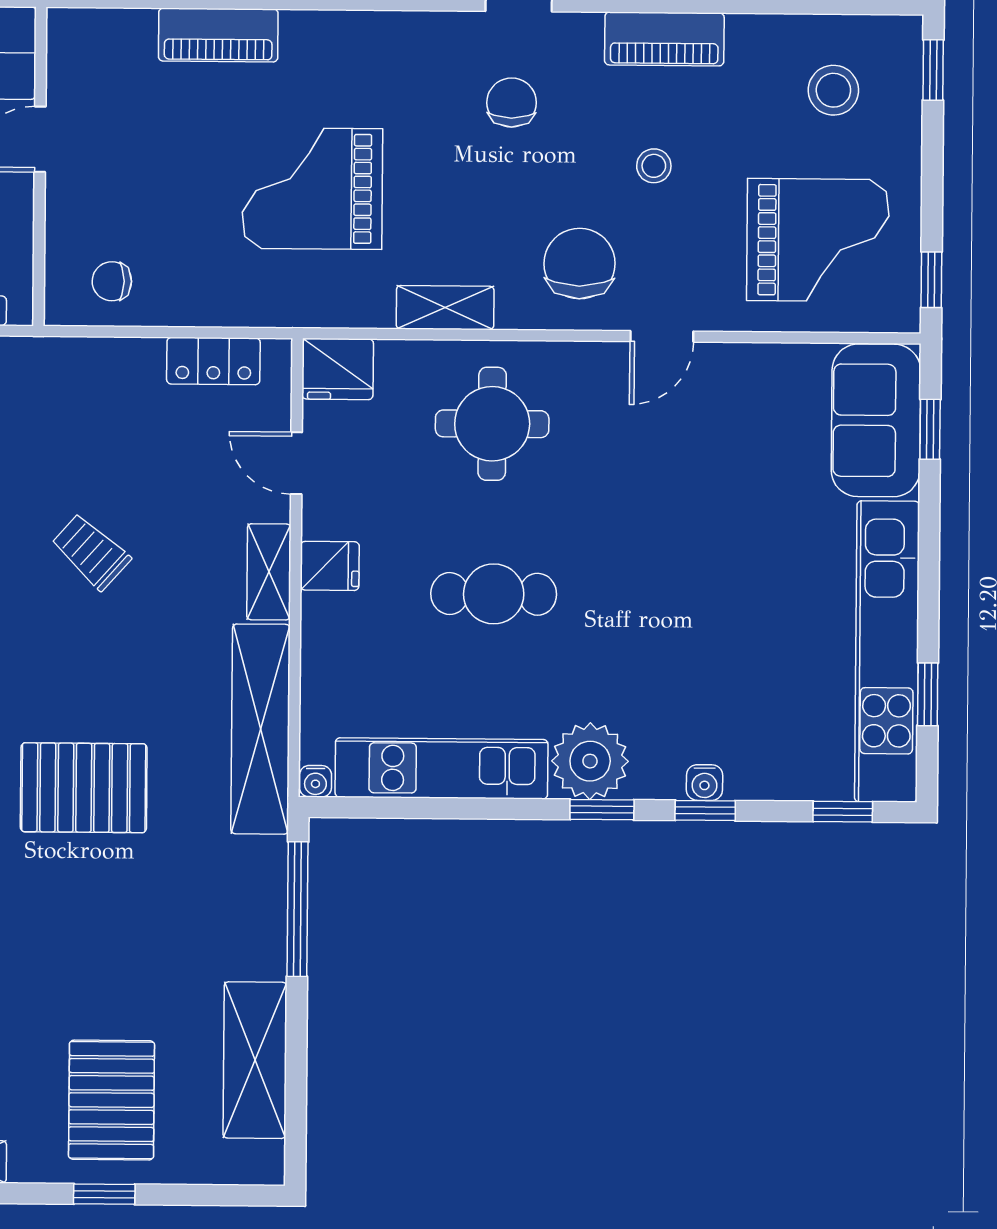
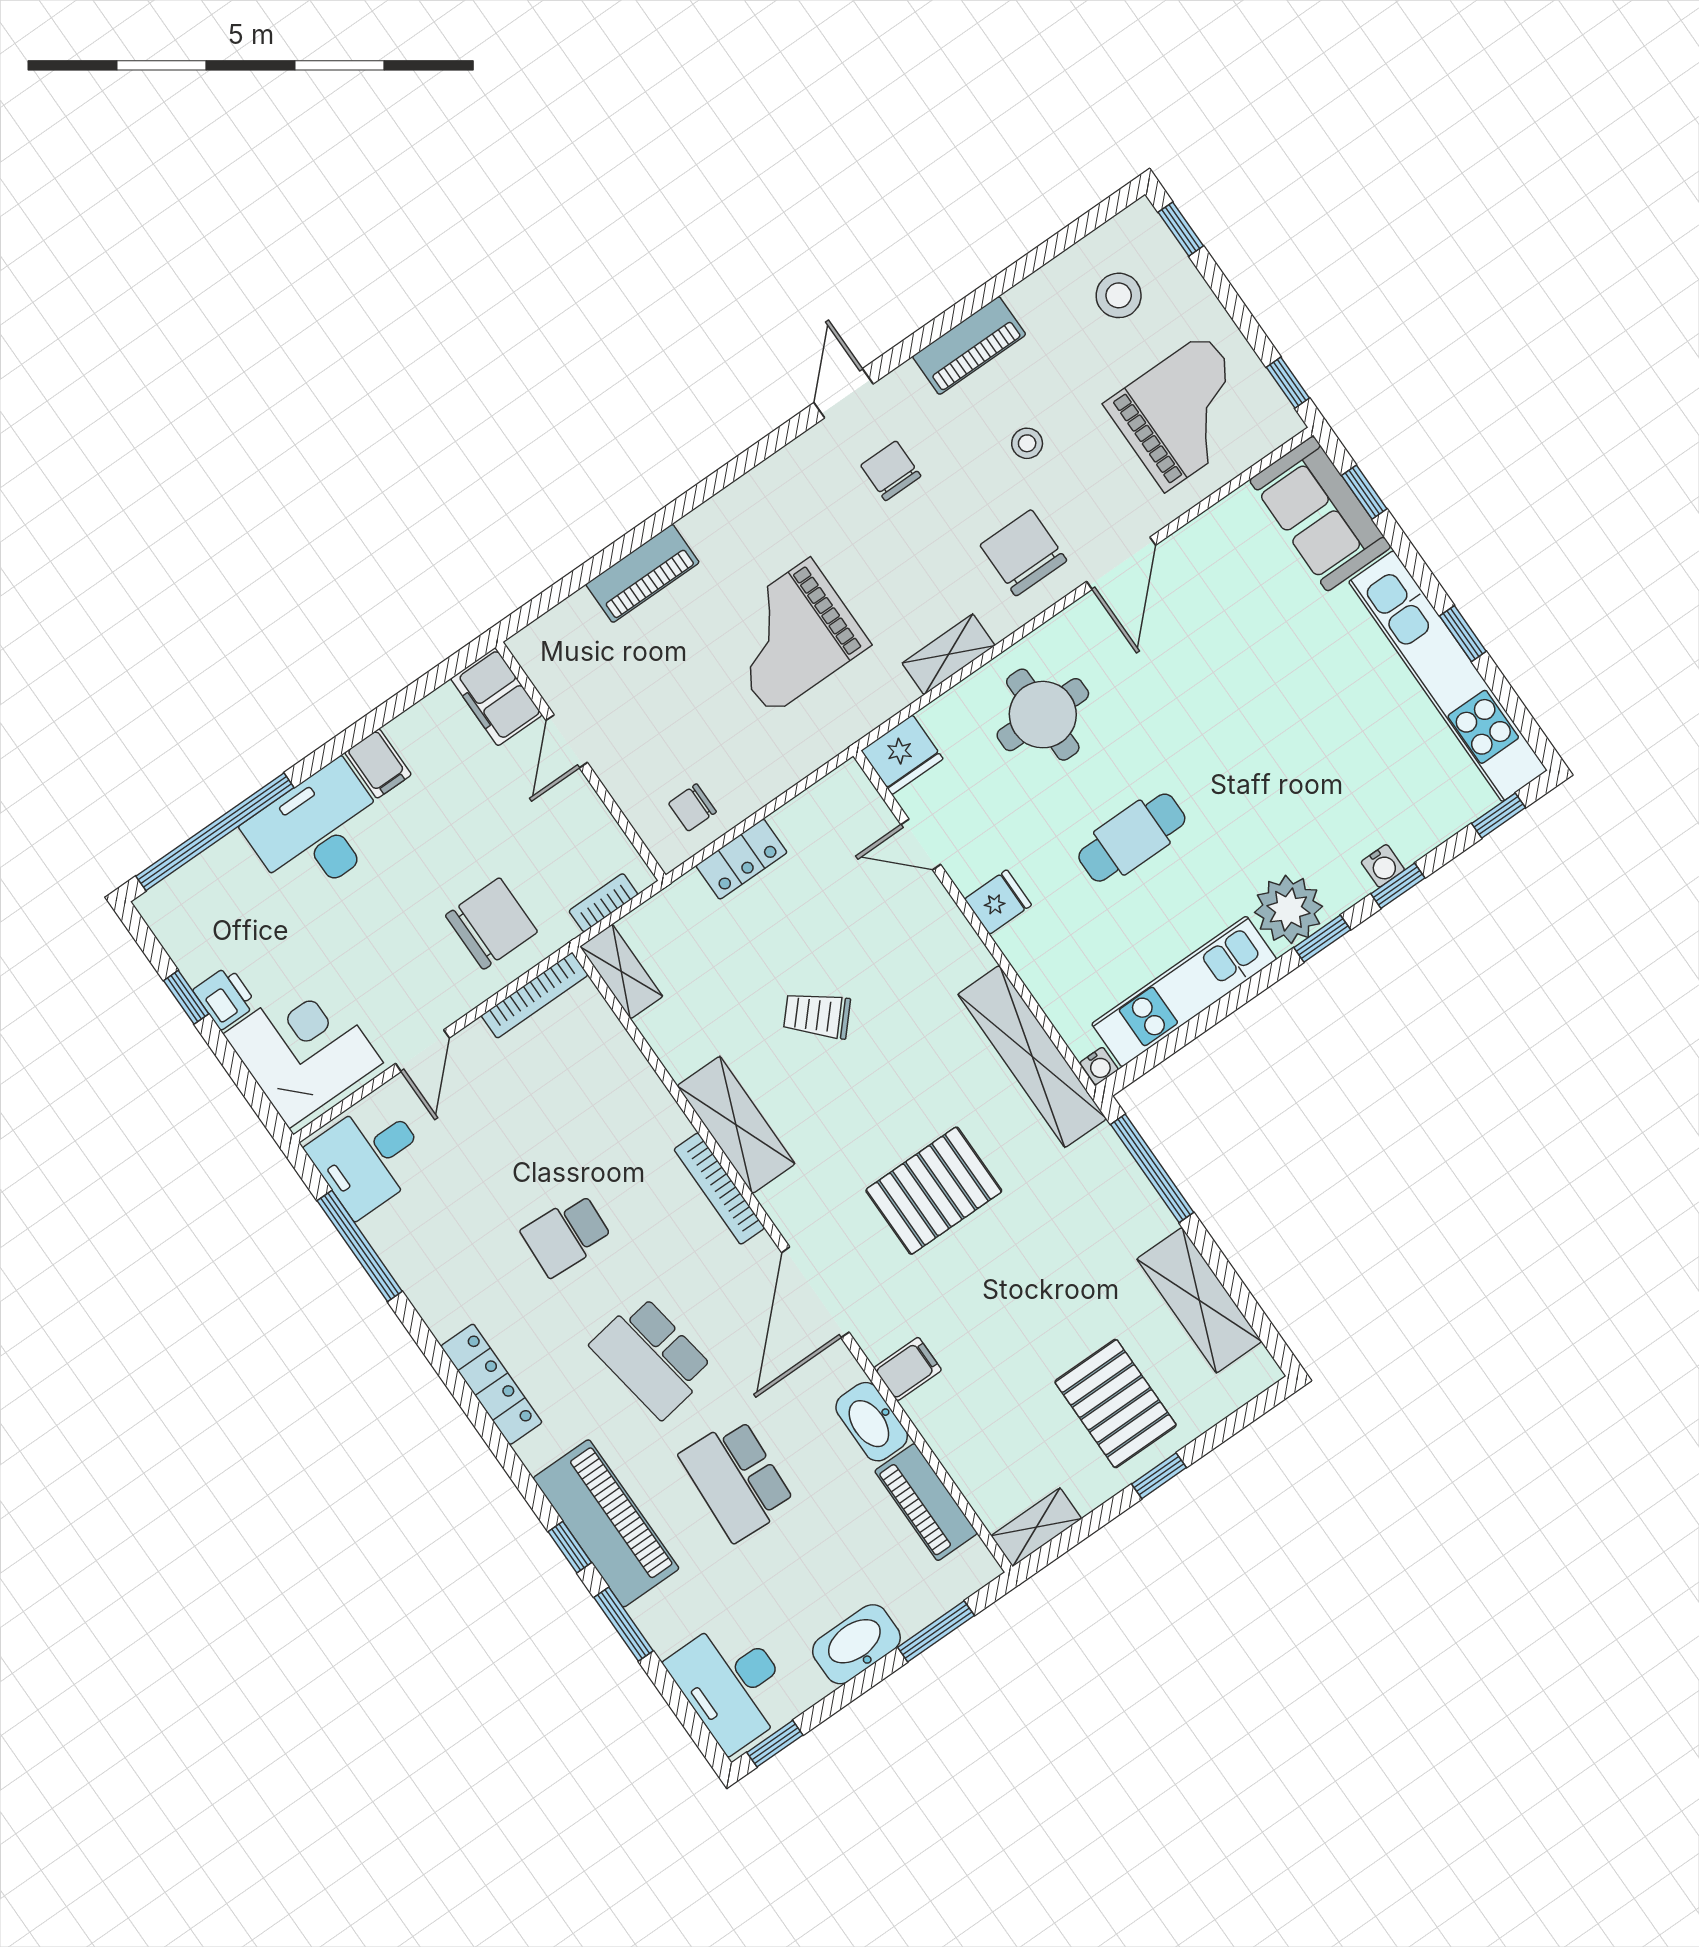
door: (662, 336) -> (1121, 563), width x1.38
locker: (213, 361) -> (741, 859), moved
shelving: (269, 572) -> (957, 938), removed
window: (928, 694) -> (1463, 634), moved

